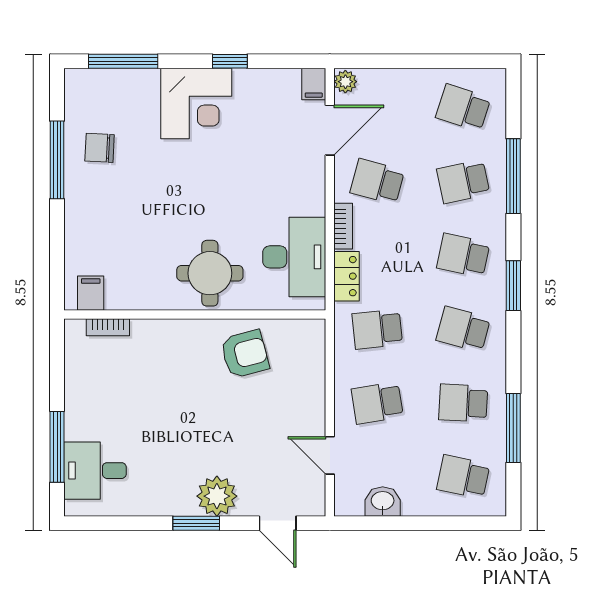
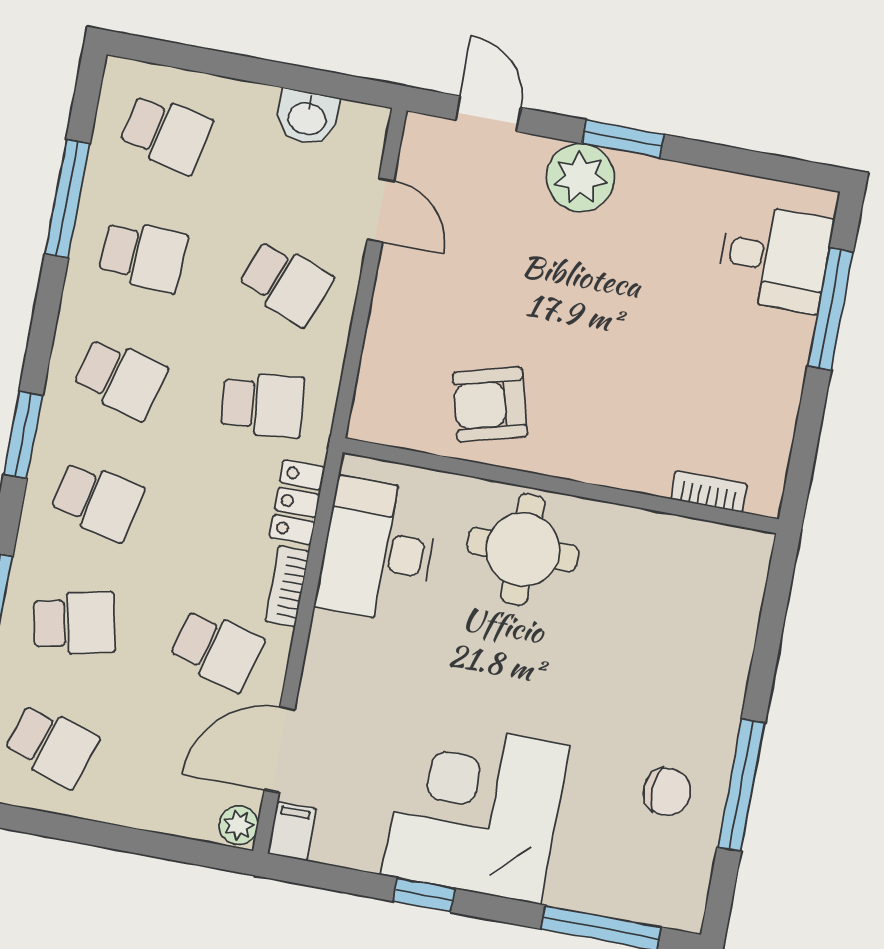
corner desk: (196, 104) -> (476, 810), width x1.36, depth x1.36
filing cabinet: (91, 293) -> (727, 554), removed
school desk: (377, 403) -> (285, 282), turned 30

